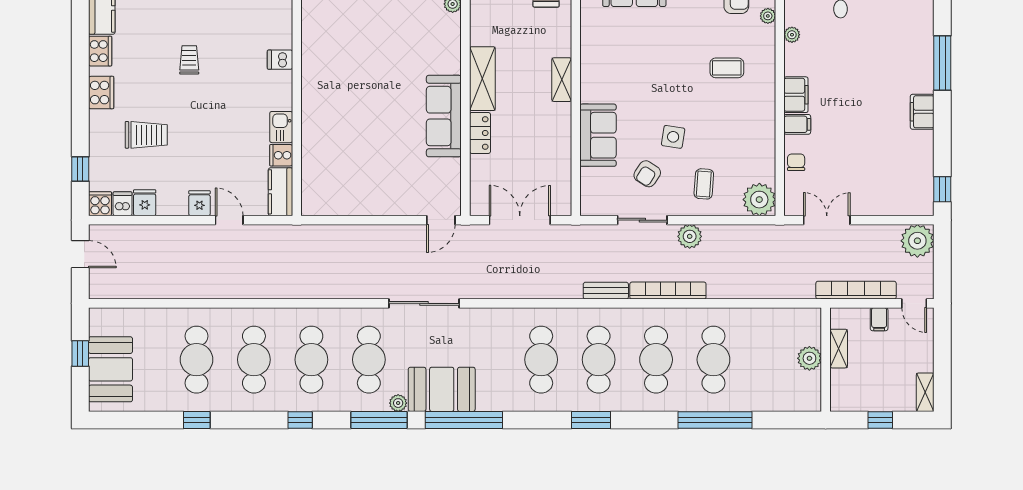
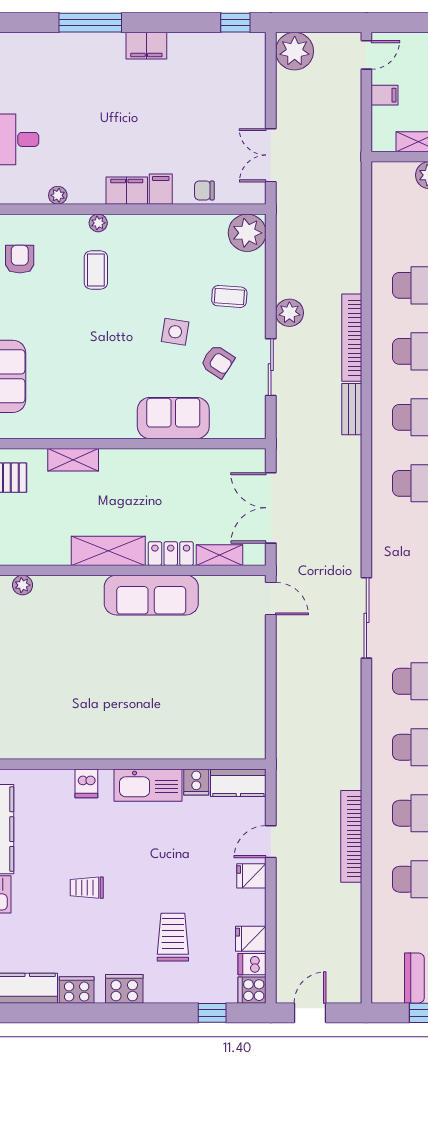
plant: (768, 16) -> (98, 223), moved
shelving: (562, 80) -> (73, 460), moved
kitchen sink: (281, 127) -> (148, 785), width x1.87, depth x1.24
shelving: (479, 175) -> (220, 555), added
bookcase: (856, 290) -> (351, 836), moved

